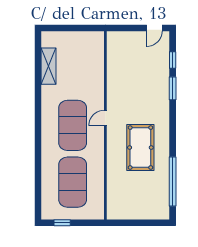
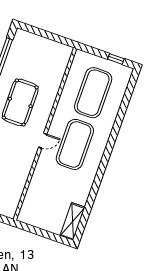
shelving: (49, 66) -> (72, 221), moved

